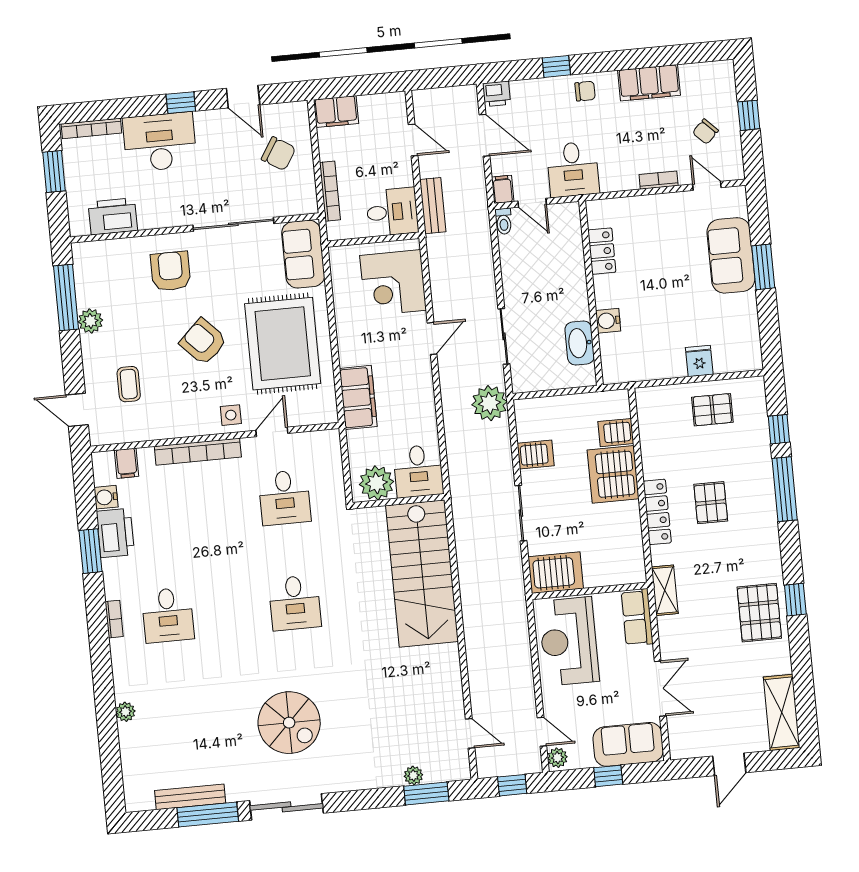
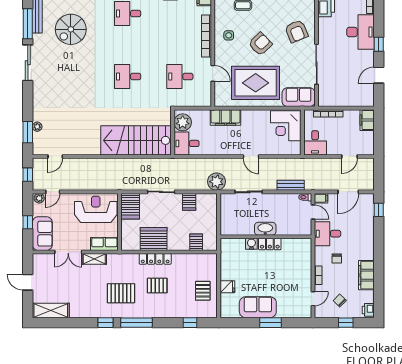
window: (556, 66) -> (379, 210), moved
chair: (585, 91) -> (337, 258), moved
printer: (497, 94) -> (368, 310), moved
chair: (278, 154) -> (349, 90), removed
door: (532, 203) -> (313, 212), swing flipped
bench: (433, 206) -> (291, 185), moved
locker: (602, 251) -> (270, 244), moved
sofa: (731, 255) -> (258, 307), moved
armchair: (171, 271) -> (296, 31), turned 68
corner desk: (393, 283) -> (286, 126), moved, turned -90
washbasin: (580, 343) -> (265, 229), moved
side table: (231, 415) -> (229, 35), moved
server rack: (613, 474) -> (154, 239), moved
window: (785, 489) -> (136, 323), moved
shelving: (665, 590) -> (94, 259), moved
pallet: (759, 613) -> (121, 293), moved
spiral stairs: (289, 723) -> (71, 29), moved

